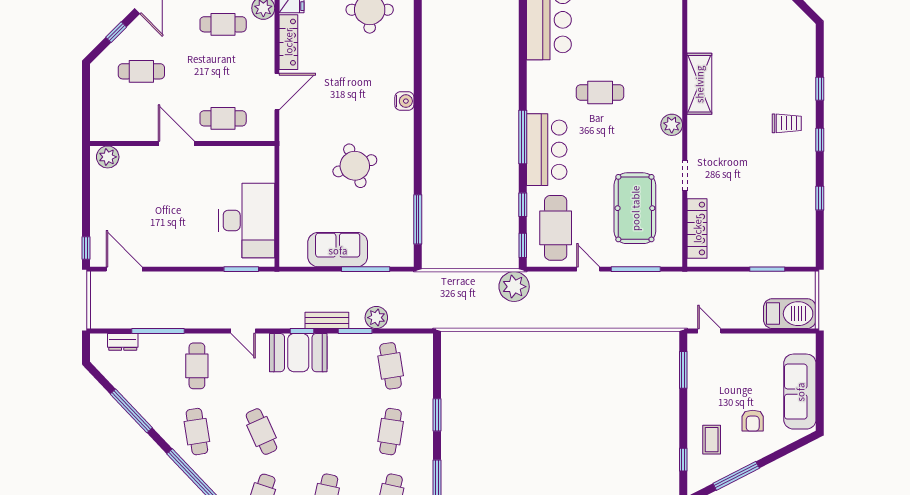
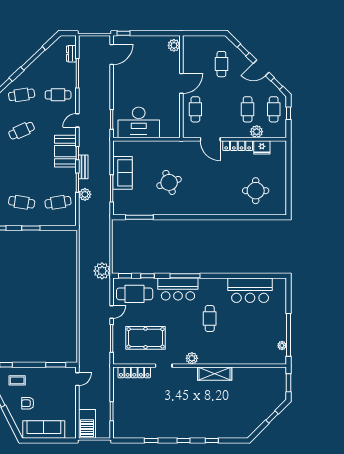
water cooler: (404, 101) -> (205, 210), removed
trolley: (787, 123) -> (193, 422), removed

